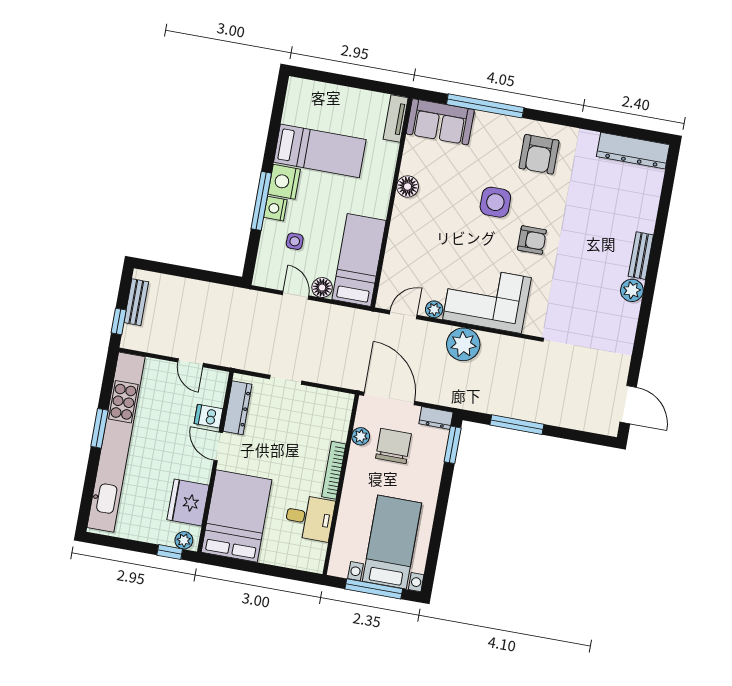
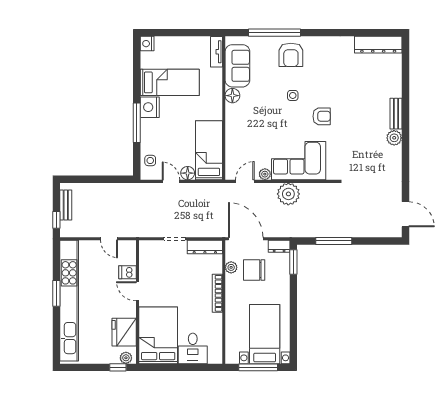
sofa: (440, 122) -> (237, 66), moved, turned -90
armchair: (539, 154) -> (291, 55), moved
side table: (495, 202) -> (293, 95), width x0.54, depth x0.54
nightstand: (275, 209) -> (147, 44), moved
side table: (295, 241) -> (150, 161), moved
dresser: (237, 408) -> (205, 247), moved, turned 90
chair: (393, 446) -> (254, 270), turned -90
desk: (310, 518) -> (193, 348), moved, turned 90

